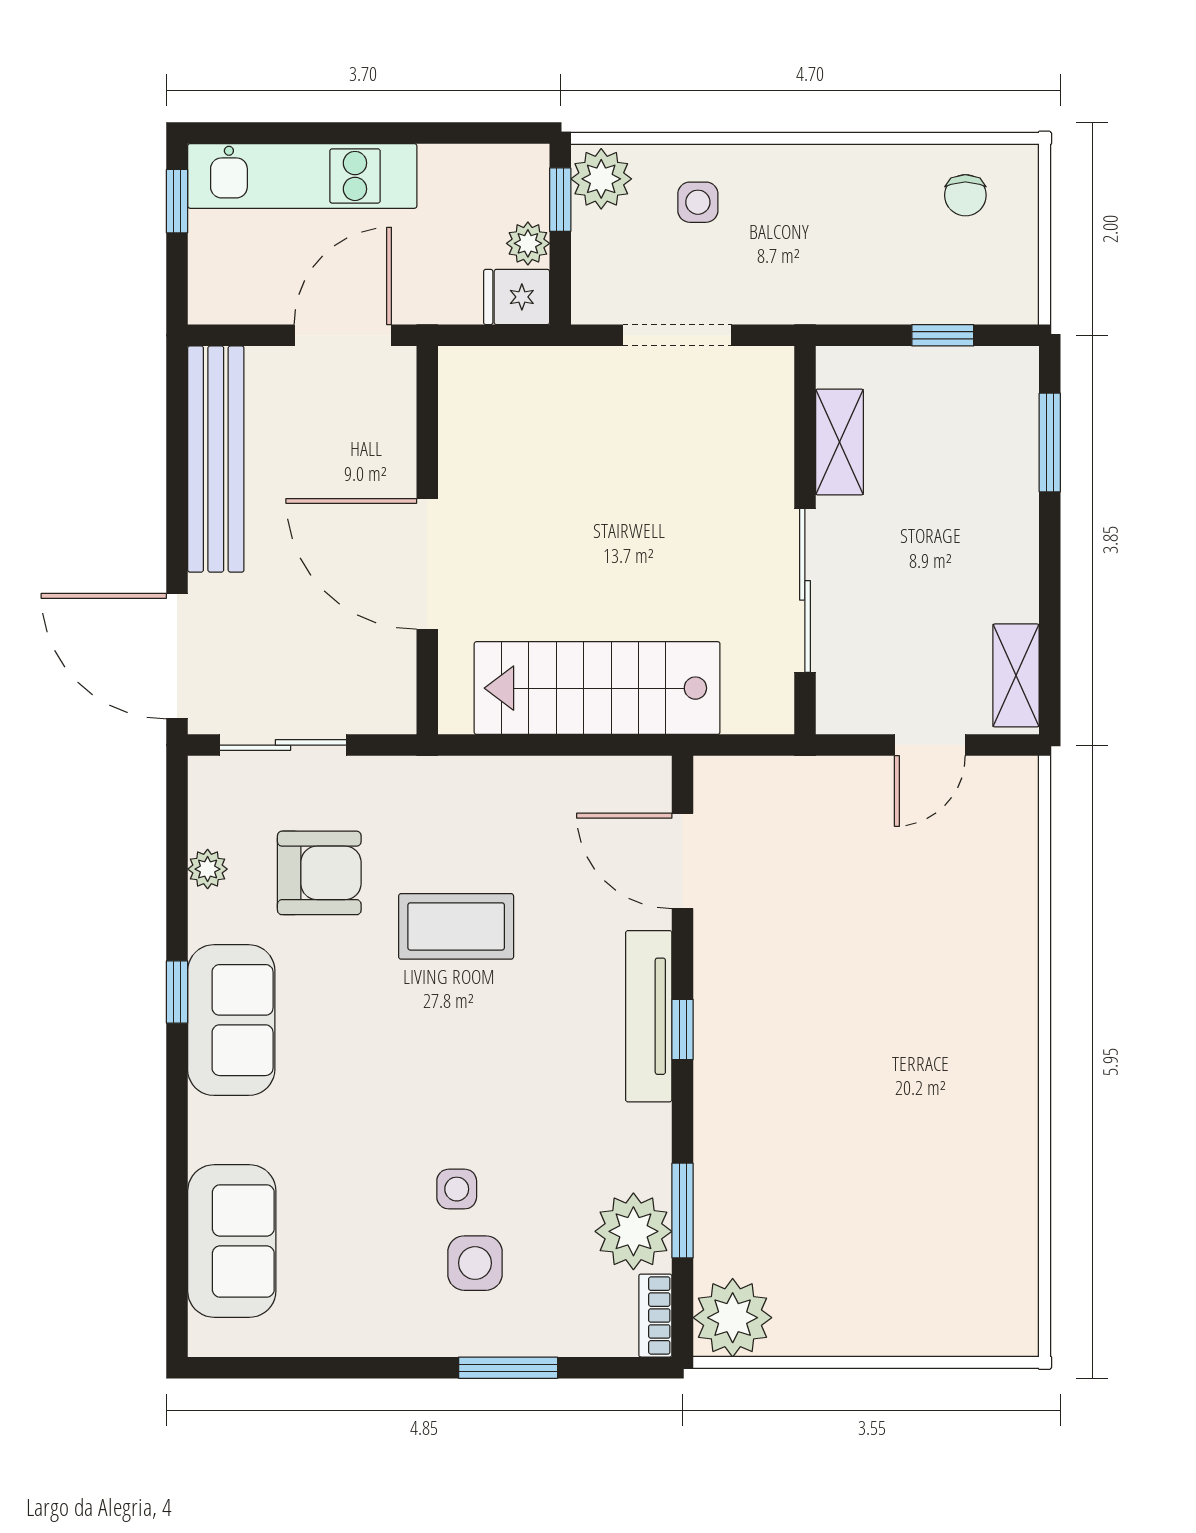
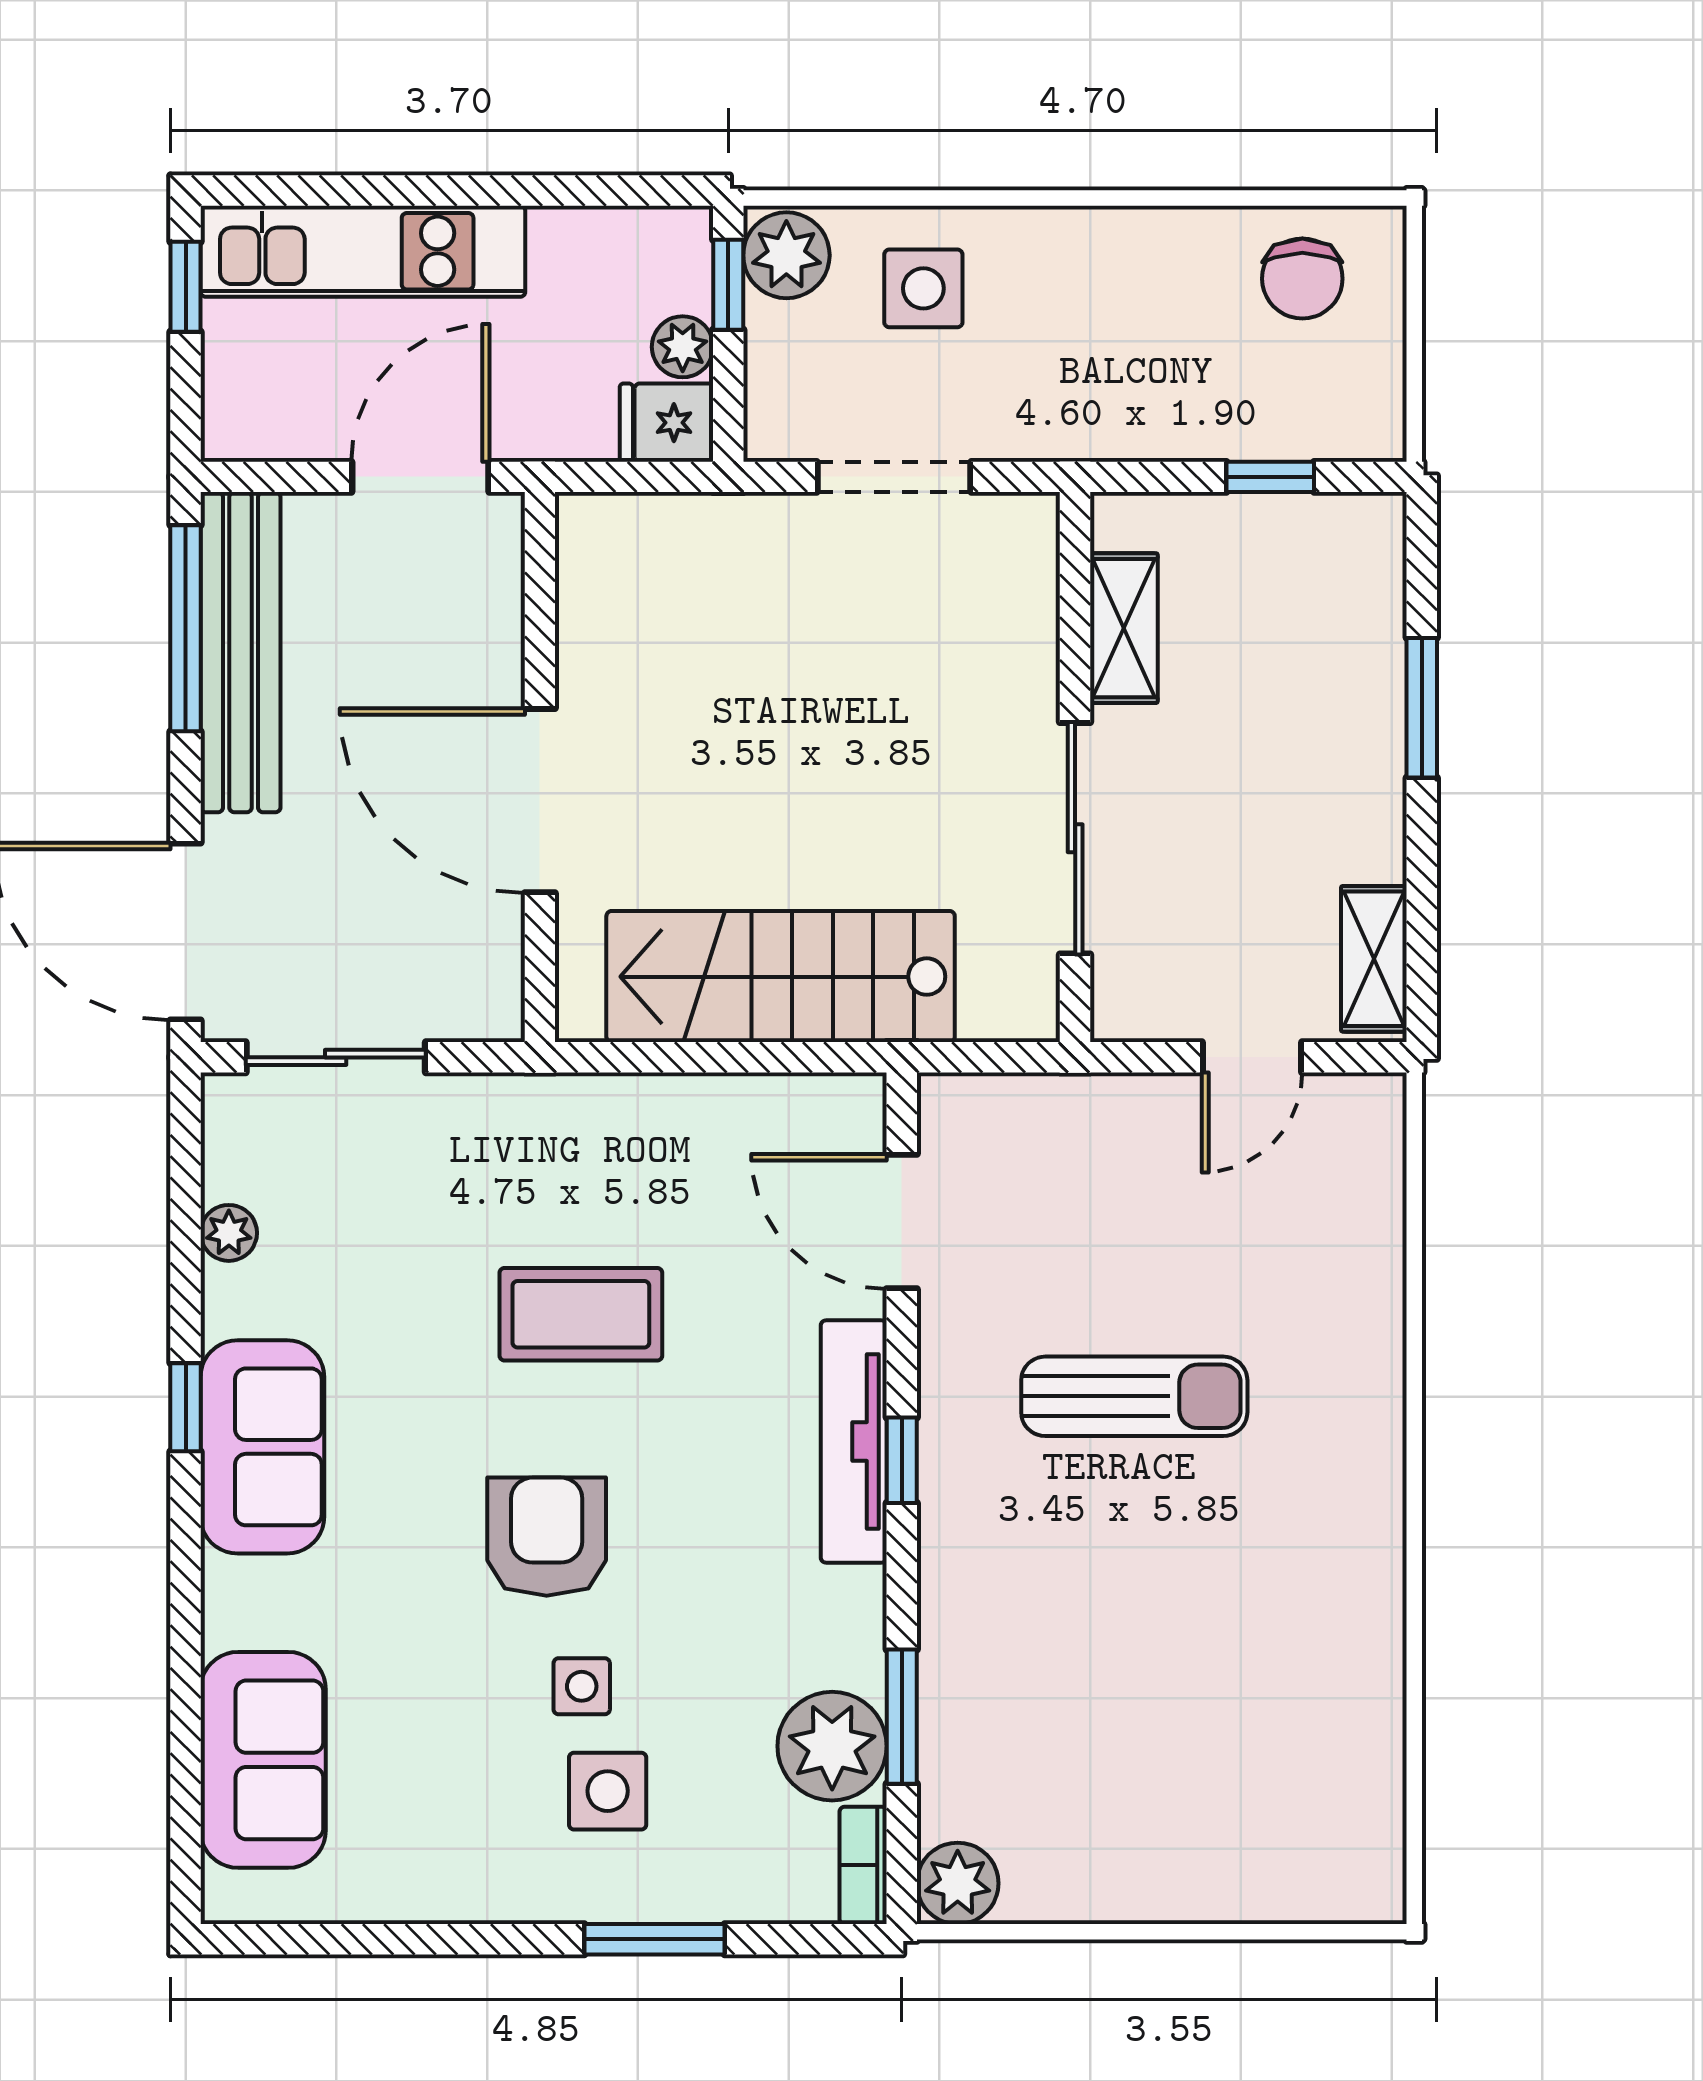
chair: (965, 195) -> (1302, 279), width x1.37, depth x1.37
side table: (698, 202) -> (923, 288), width x1.37, depth x1.37
window: (177, 442) -> (186, 628), added
window: (1050, 442) -> (1422, 708), moved
armchair: (319, 873) -> (547, 1537), moved, turned -90
sun lounger: (847, 984) -> (1134, 1396), added
plant: (733, 1318) -> (958, 1883), width x0.73, depth x0.73

